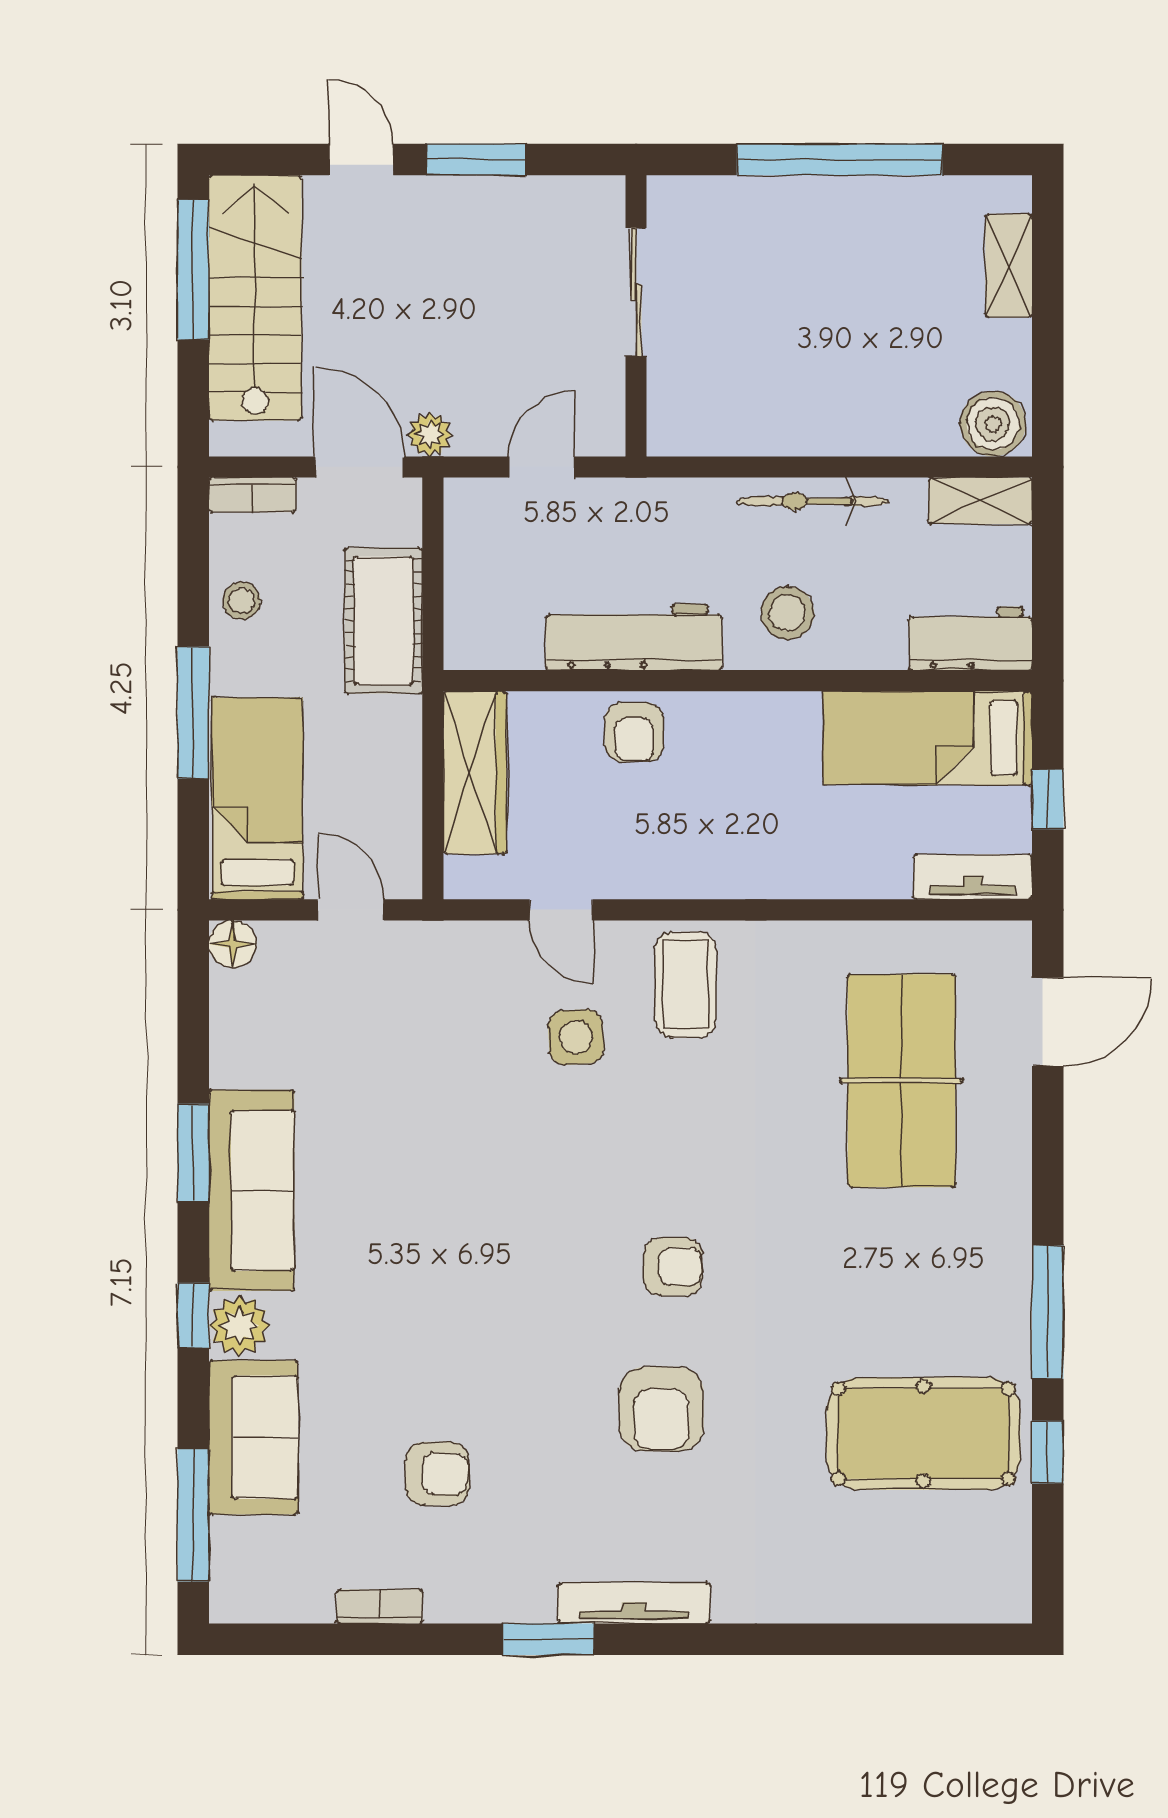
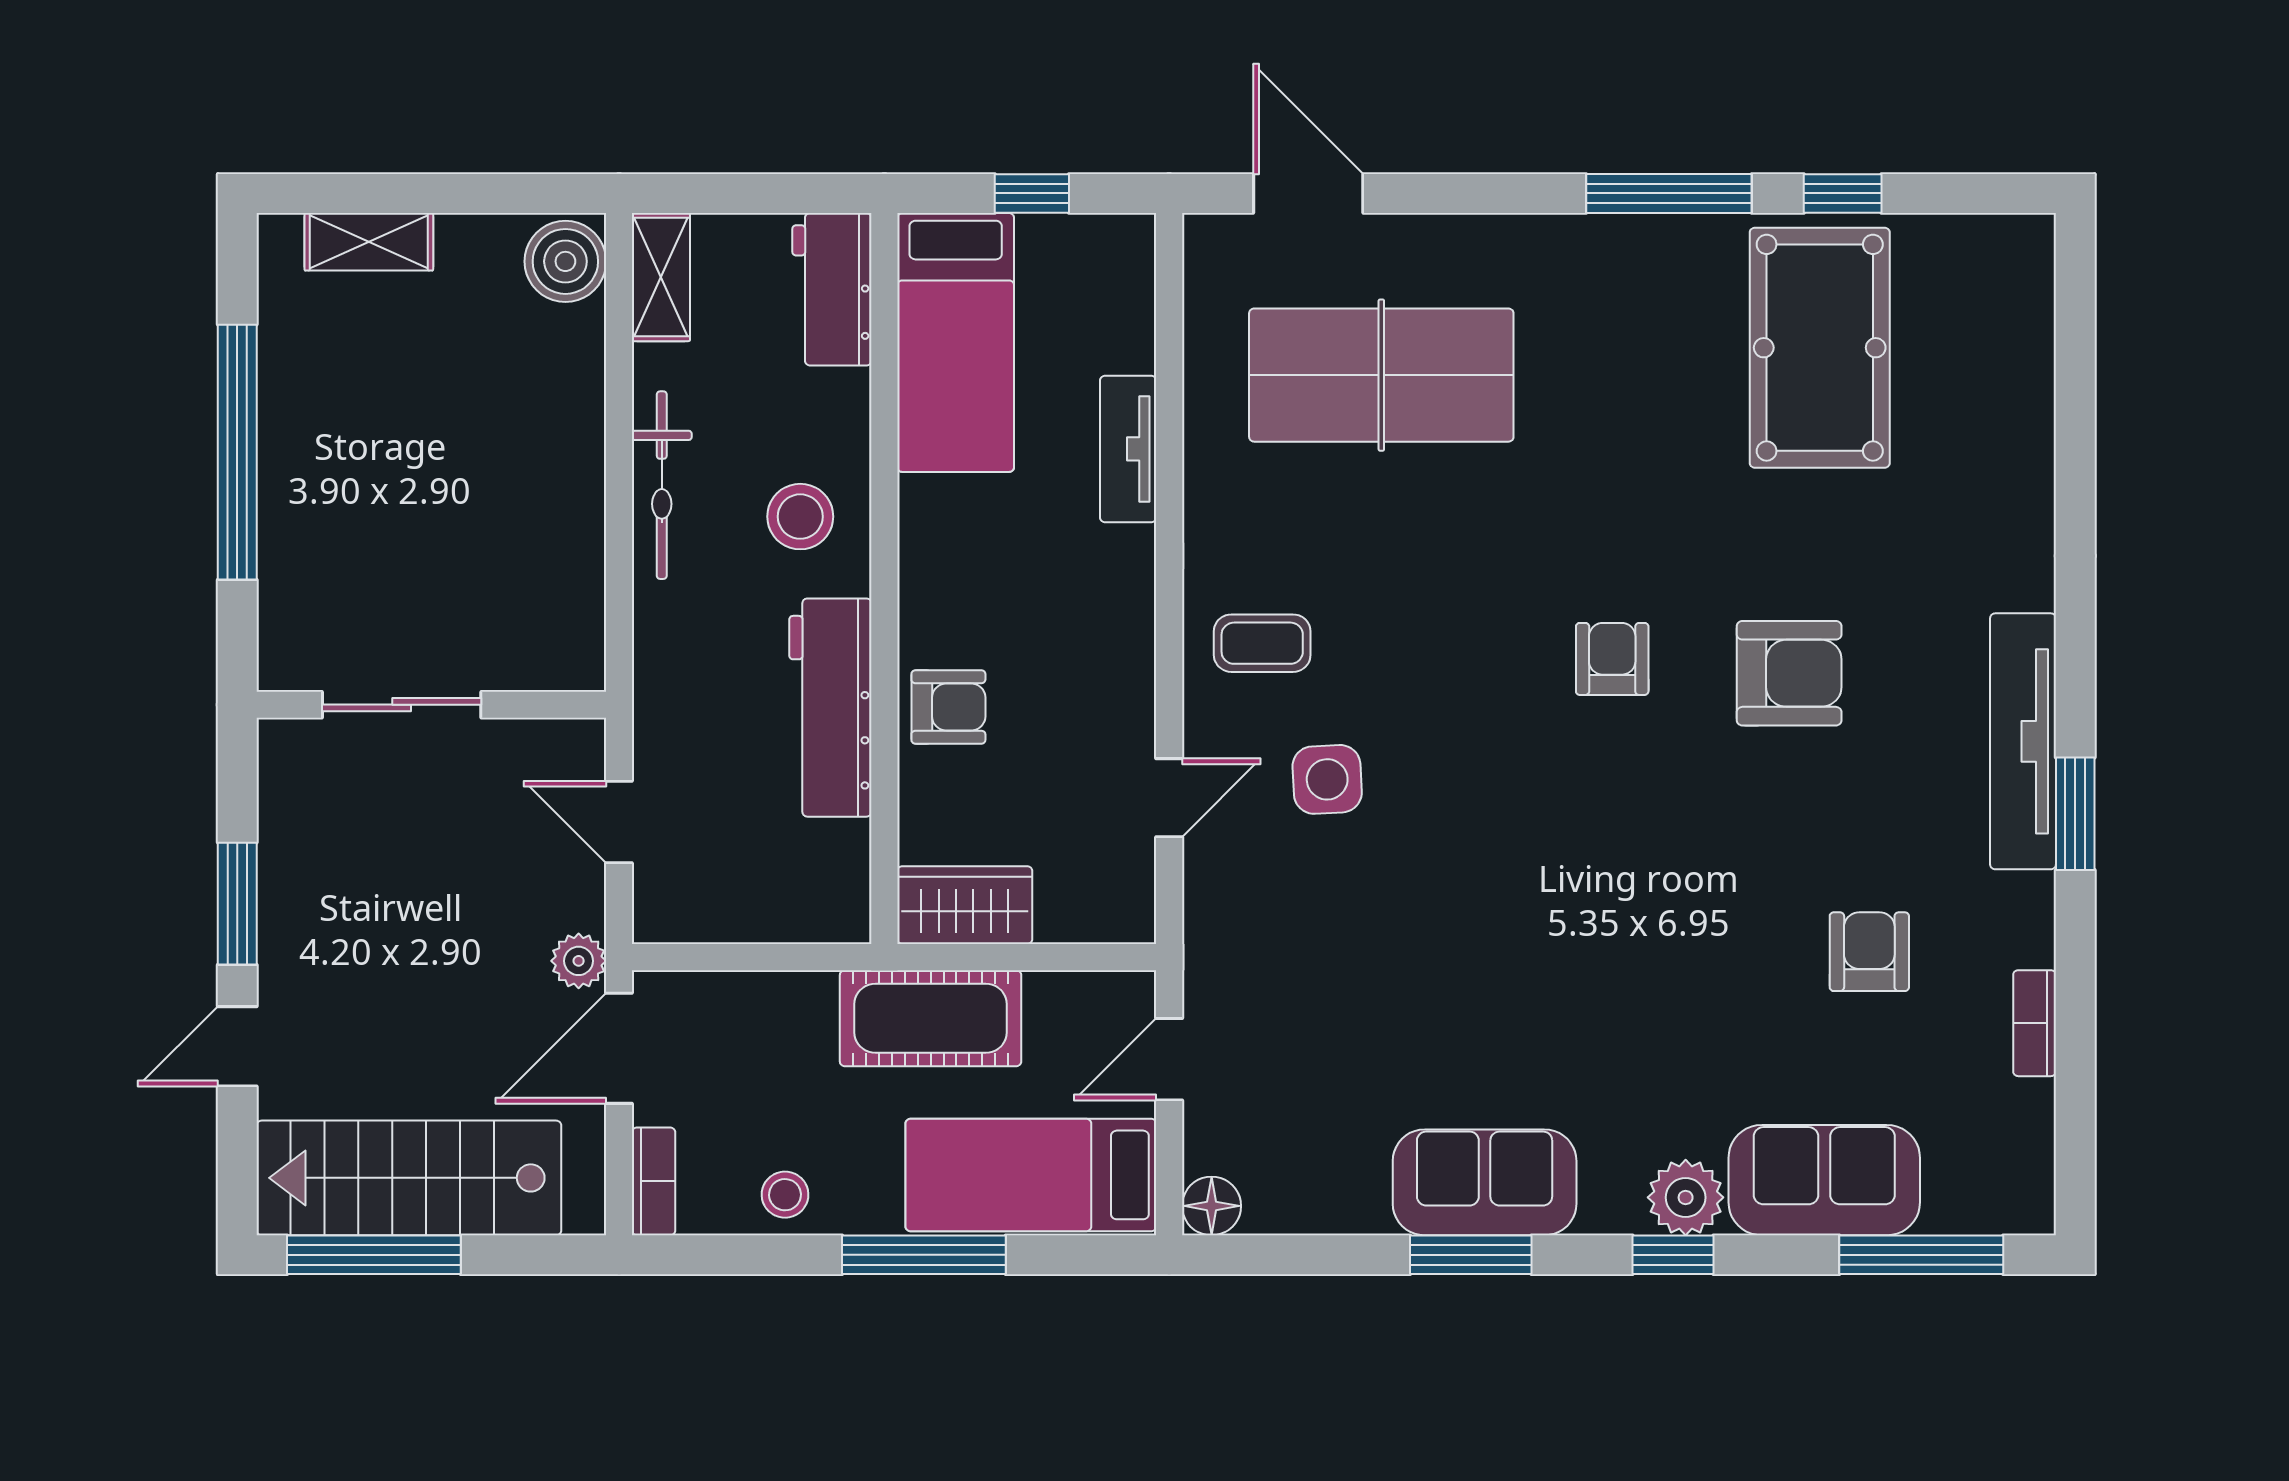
cot: (384, 621) -> (931, 1018), moved
wardrobe: (475, 772) -> (965, 905), width x0.67
tv unit: (973, 877) -> (1128, 449), moved
coffee table: (686, 985) -> (1262, 643), width x0.73, depth x0.77
sofa: (252, 1190) -> (1485, 1182), width x0.73
tv unit: (634, 1603) -> (2023, 741), width x1.36, depth x1.29

